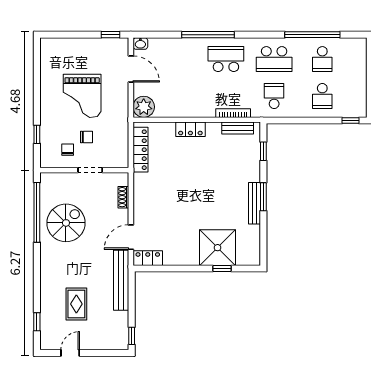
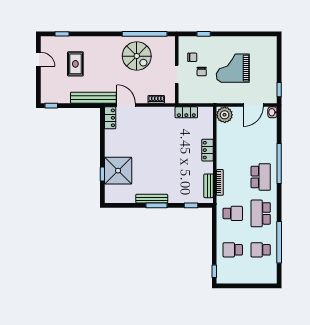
locker: (140, 150) -> (186, 112), width x0.66
rug: (76, 304) -> (75, 64), turned 90

